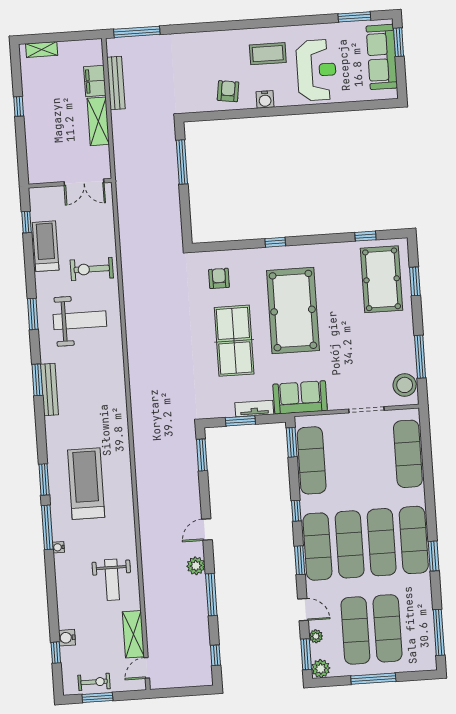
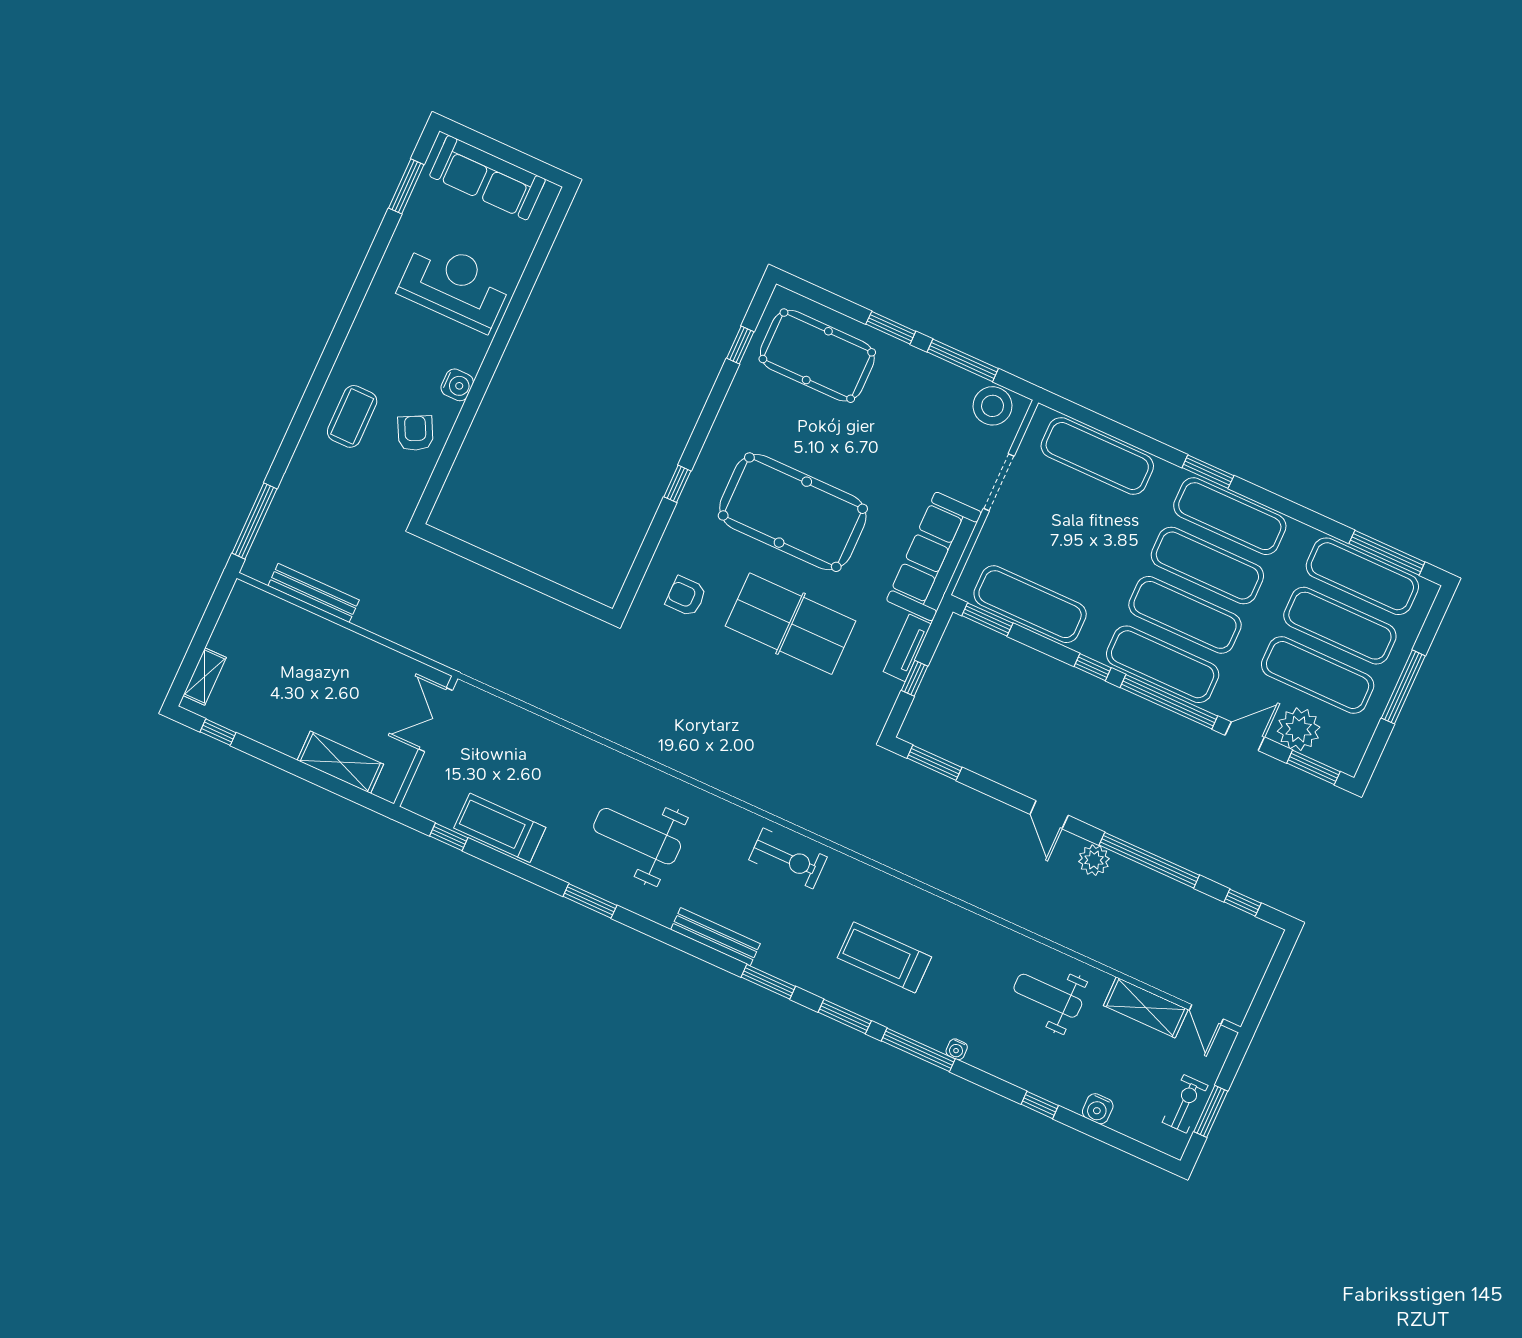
window: (399, 42) -> (479, 141), removed
coffee table: (268, 54) -> (352, 416), moved
filing cabinet: (95, 81) -> (294, 623), removed
armchair: (228, 91) -> (415, 433), turned 55
window: (19, 106) -> (218, 732), moved
shelving: (98, 121) -> (340, 762), moved
window: (182, 162) -> (484, 558), removed
double door: (84, 182) -> (436, 720), swing flipped
exercise bike: (92, 269) -> (788, 858), moved, turned -90
window: (415, 281) -> (891, 328), moved
weight bench: (80, 320) -> (637, 836), turned -90
window: (37, 380) -> (768, 982), moved
sofa: (300, 397) -> (934, 556), width x1.36
window: (240, 421) -> (915, 678), width x0.67
treadmill: (86, 484) -> (884, 957), width x0.73, depth x0.73
window: (434, 556) -> (1208, 472), moved
window: (300, 560) -> (1169, 702), width x2.11
weight bench: (112, 580) -> (1048, 996), turned 180
window: (211, 595) -> (1149, 860), width x1.46
exercise mat: (420, 626) -> (1362, 576), added
plant: (316, 636) -> (1299, 729), width x1.87, depth x1.87
window: (56, 653) -> (1040, 1105), moved
plant: (321, 669) -> (1346, 757), removed

